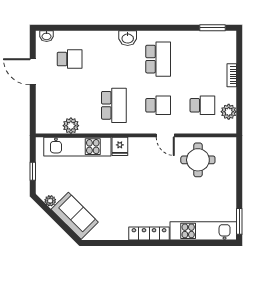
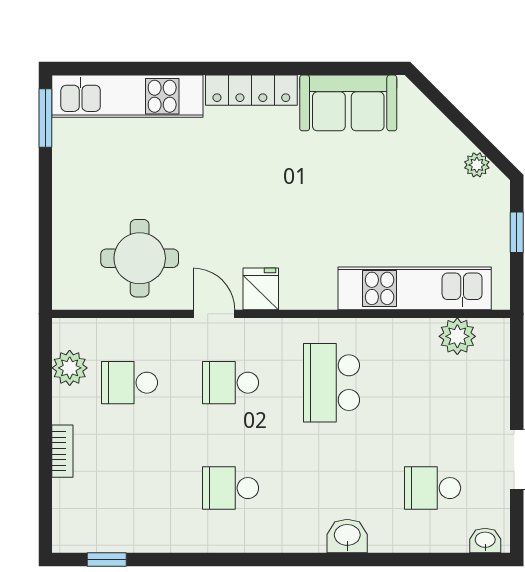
window: (212, 28) -> (107, 559), width x0.67
washbasin: (128, 38) -> (347, 536), moved
school desk: (158, 59) -> (231, 488), width x0.54
plant: (71, 126) -> (457, 336), moved
fridge: (120, 146) -> (261, 289), moved
sofa: (75, 216) -> (348, 103), moved, turned -45

